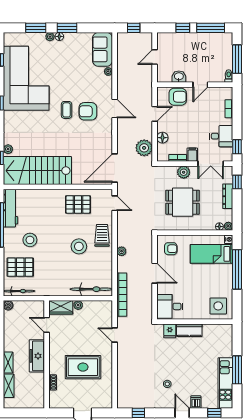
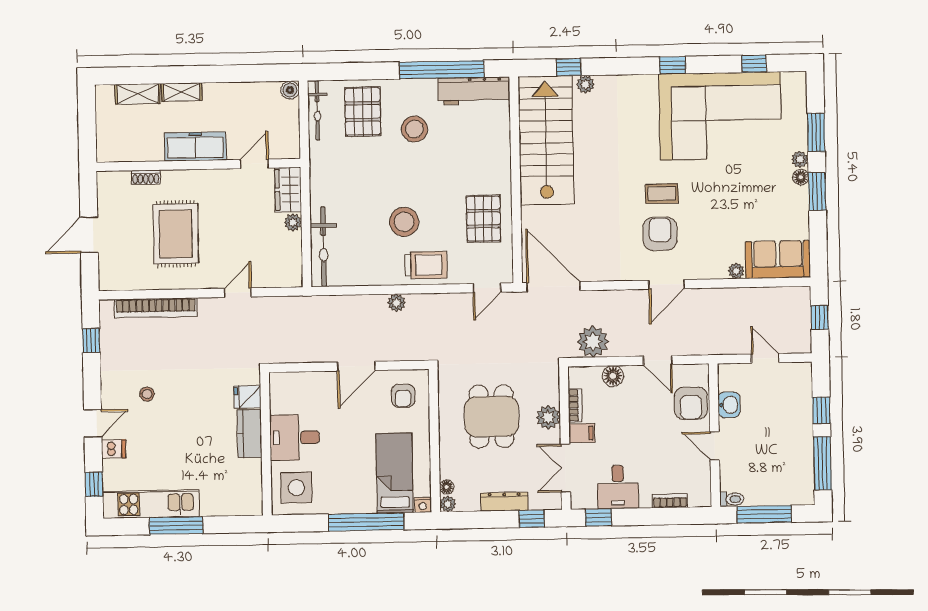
bookcase: (122, 295) -> (156, 308), moved
desk: (170, 306) -> (295, 438), moved, turned -90

